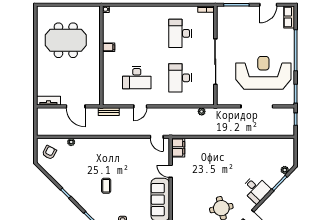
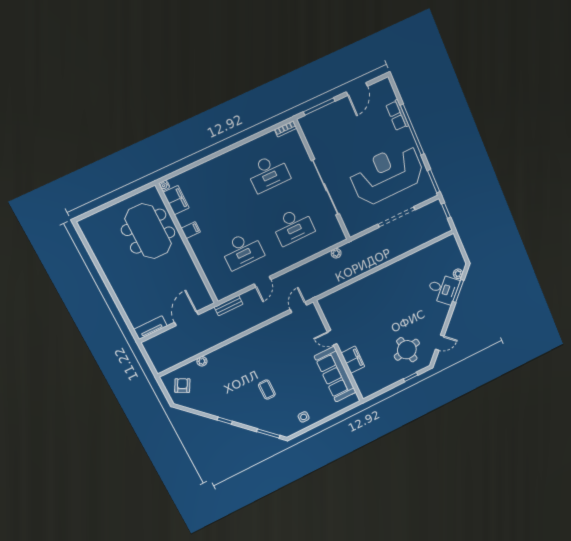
row of seats: (289, 17) -> (397, 115), moved
filing cabinet: (109, 23) -> (176, 200), added
desk: (180, 33) -> (268, 173), turned -90
meeting table: (66, 40) -> (148, 231), moved, turned 90
desk: (180, 78) -> (293, 226), turned -90
door: (76, 106) -> (186, 319), swing flipped
door: (157, 137) -> (298, 307), swing flipped
filing cabinet: (178, 148) -> (353, 360), moved
desk: (256, 189) -> (443, 289), moved

